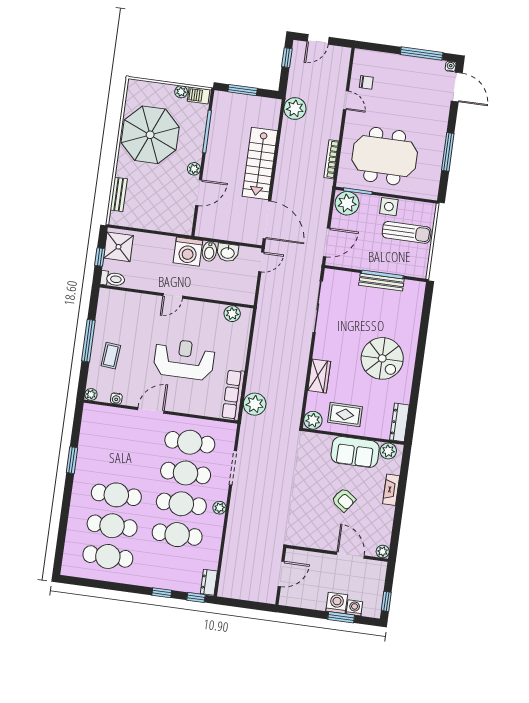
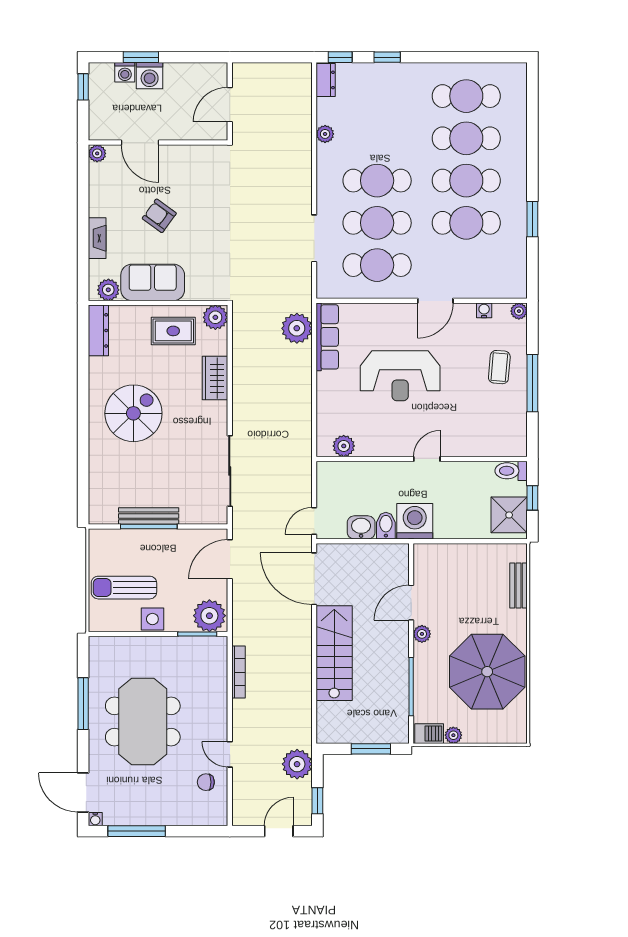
plant: (295, 108) -> (297, 764), moved
meeting table: (385, 156) -> (143, 722), moved, turned 90
spiral stairs: (382, 358) -> (133, 413), turned 90
plant: (219, 508) -> (325, 134), moved
cafe table: (177, 535) -> (466, 223), moved

